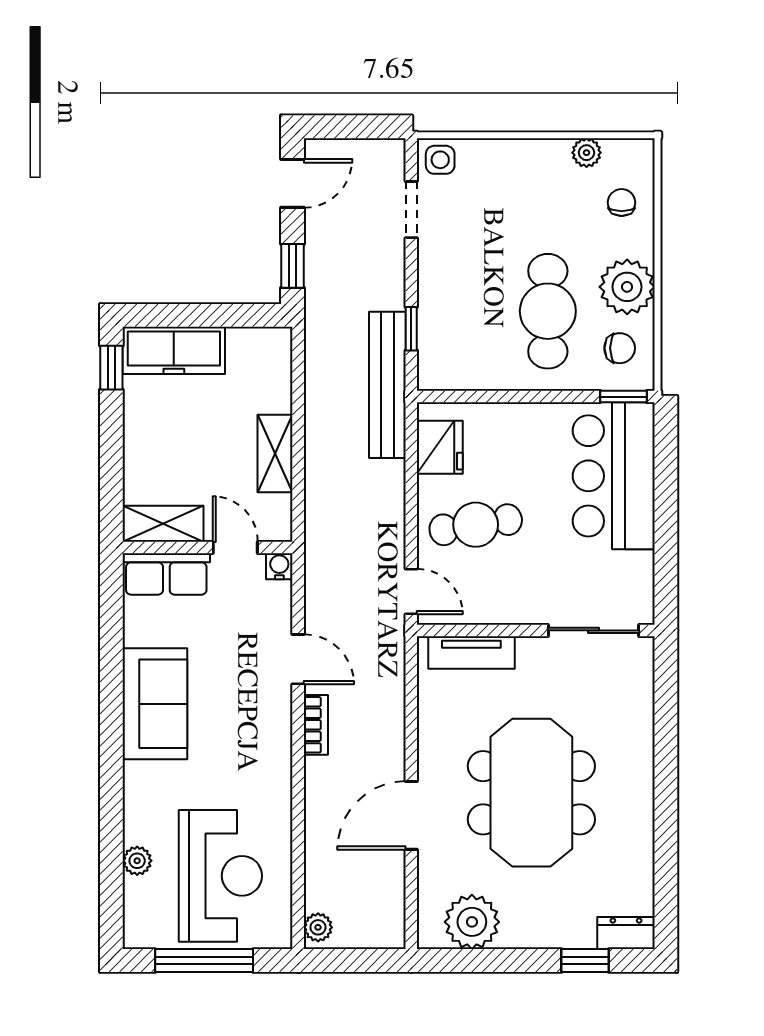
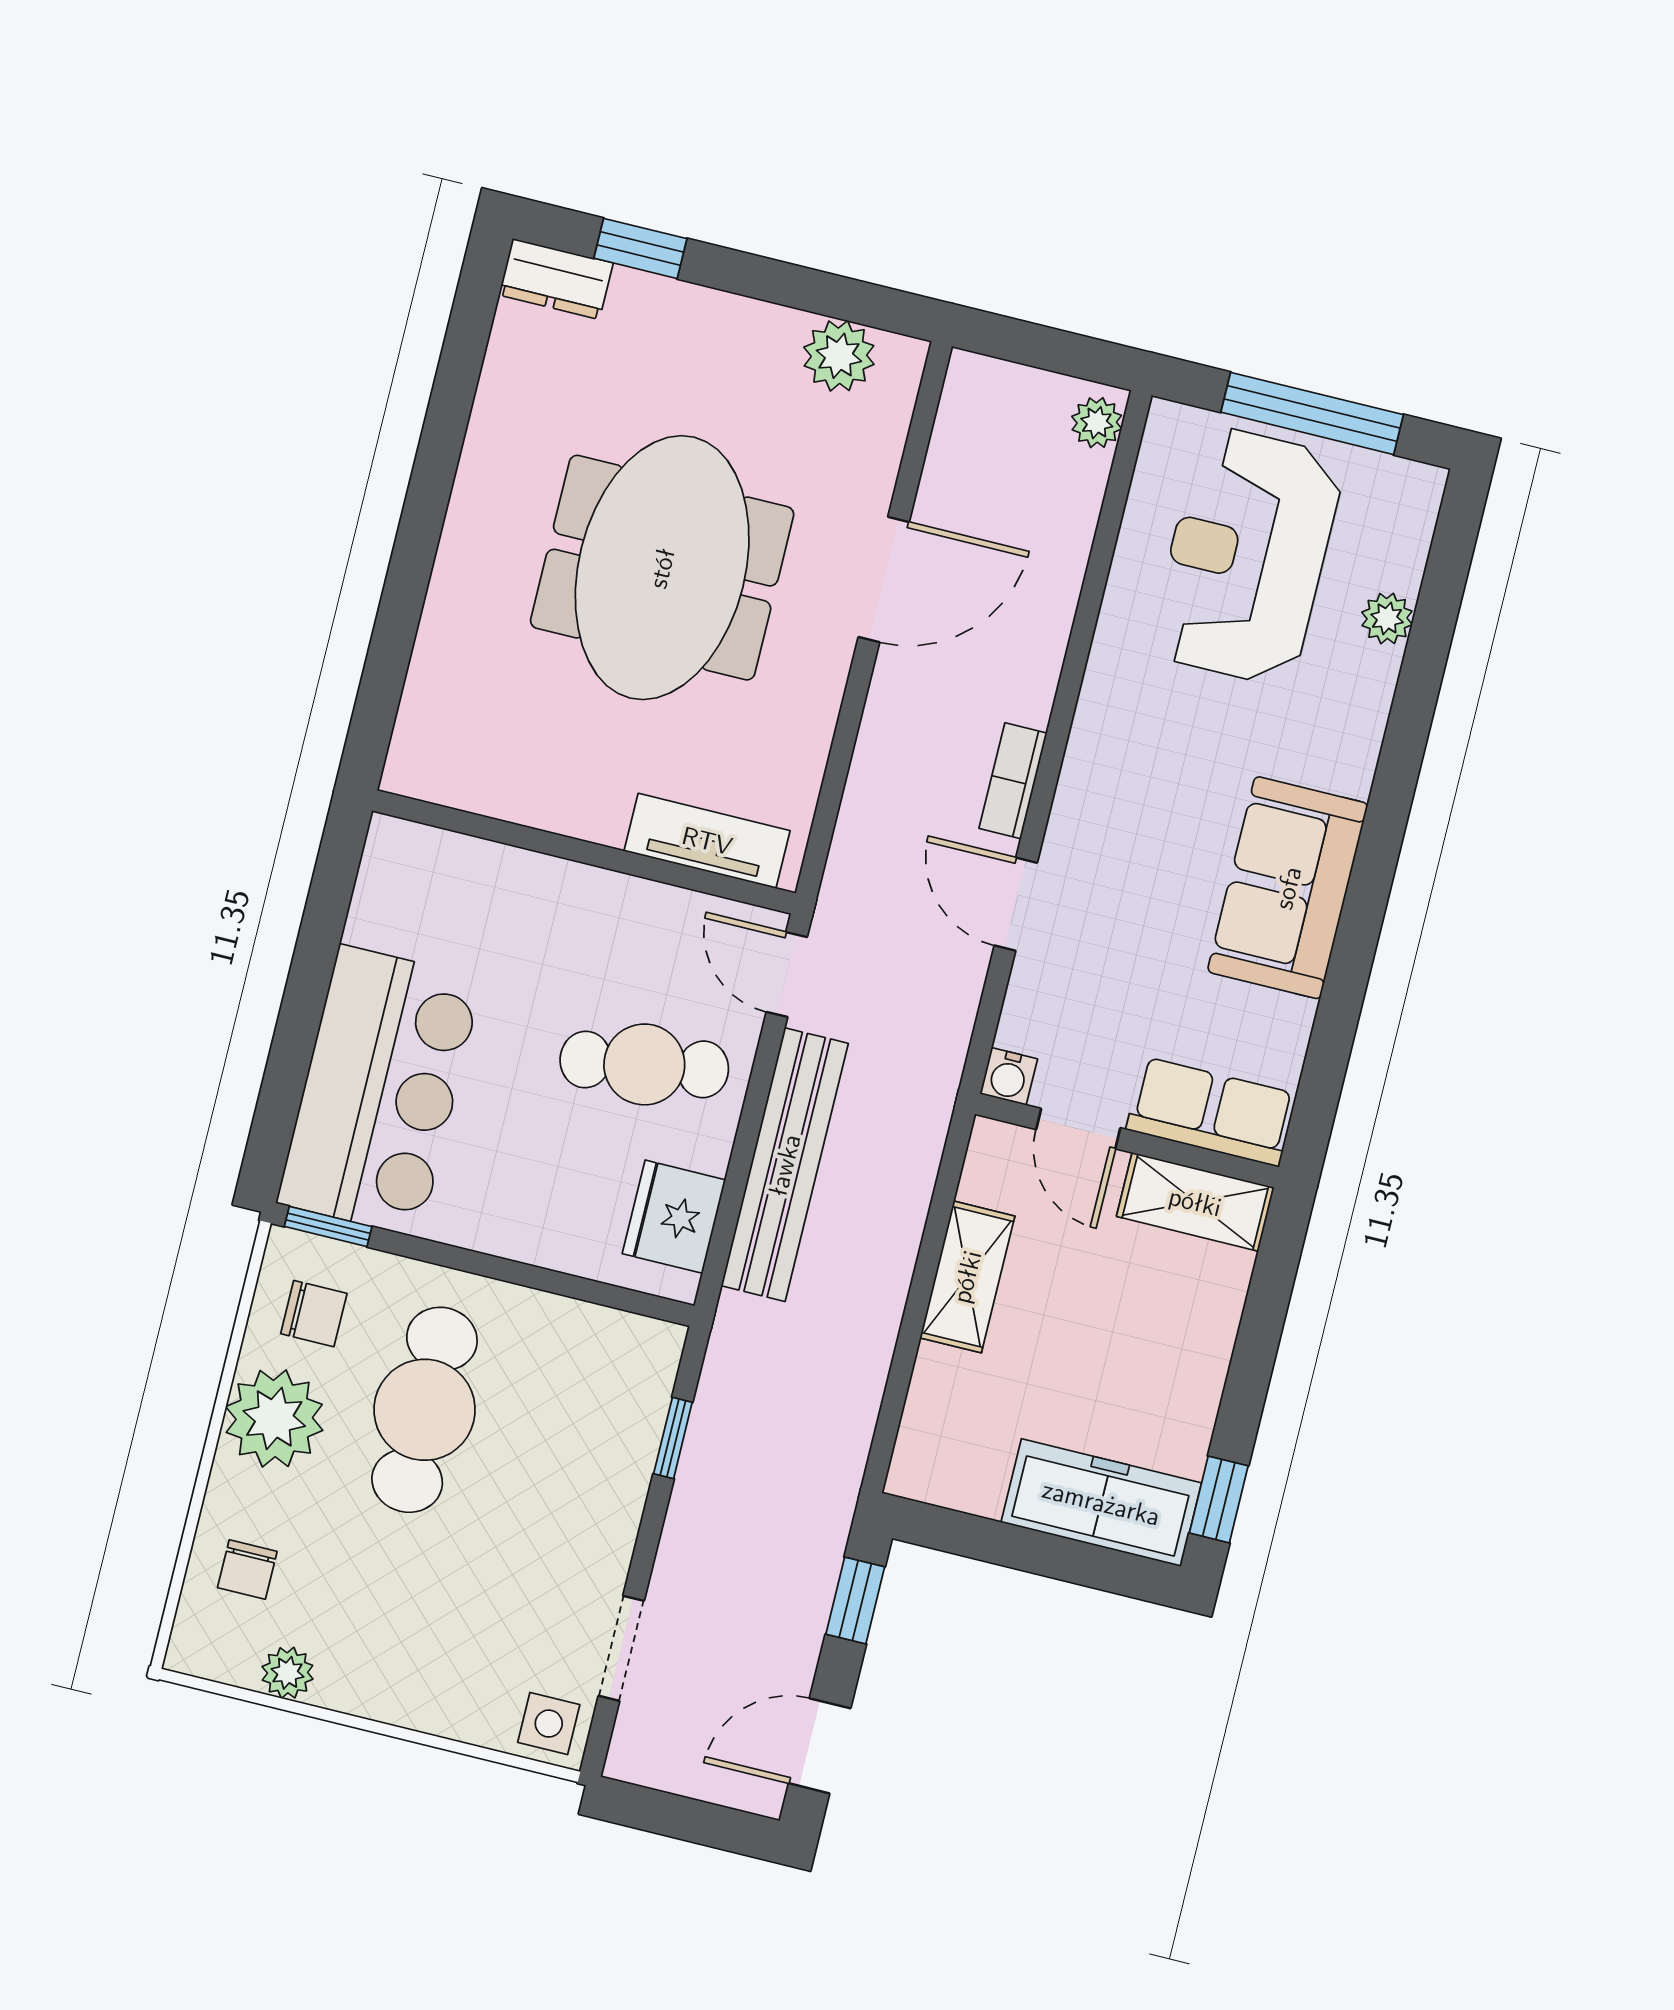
chair: (620, 348) -> (314, 1314), turned 180
bench: (387, 385) -> (785, 1165), moved
sliding door: (594, 630) -> (482, 827), removed
plant: (472, 922) -> (839, 356), width x0.73, depth x0.73

